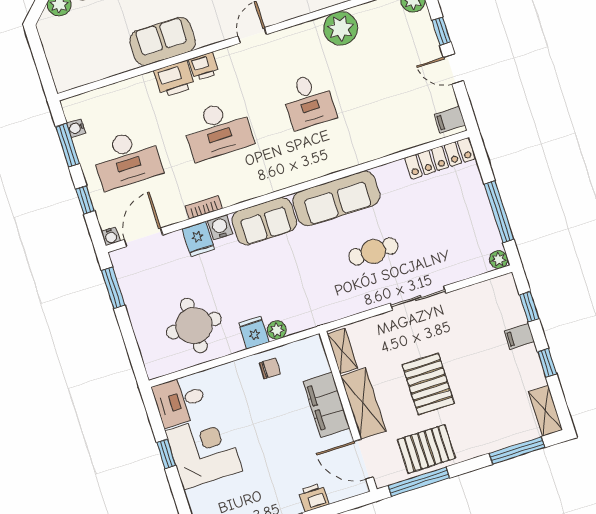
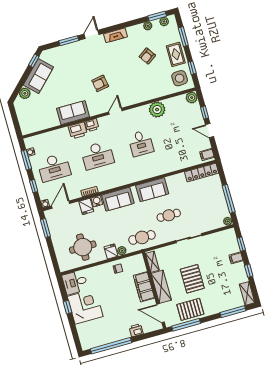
sofa: (336, 198) -> (152, 190), width x0.73
cafe table: (319, 300) -> (142, 237), added

